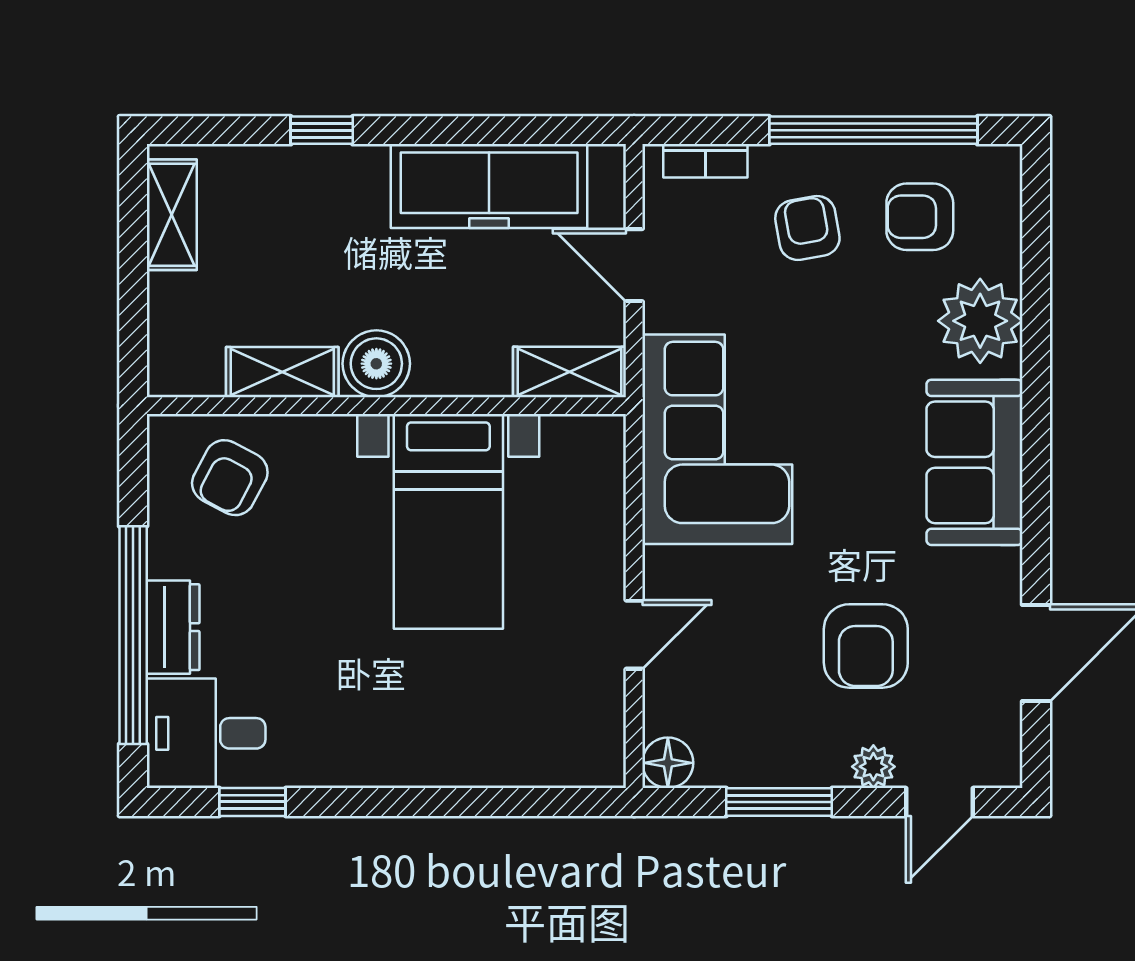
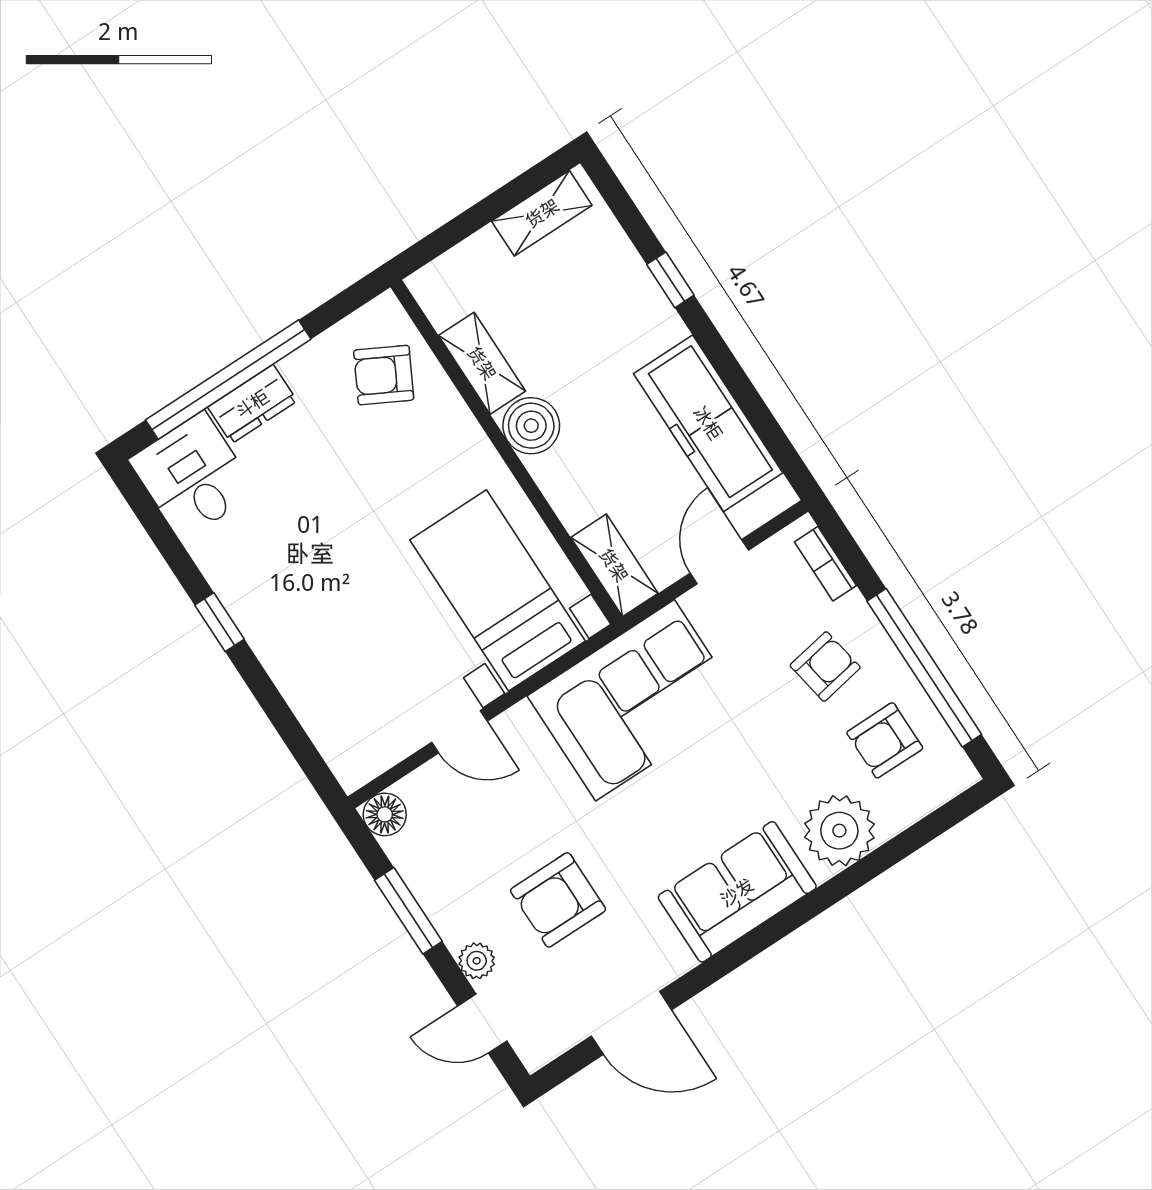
armchair: (920, 217) -> (885, 740), turned -90
bed with nightstands: (448, 521) -> (497, 590), moved, turned 90
window: (252, 802) -> (219, 622), moved

